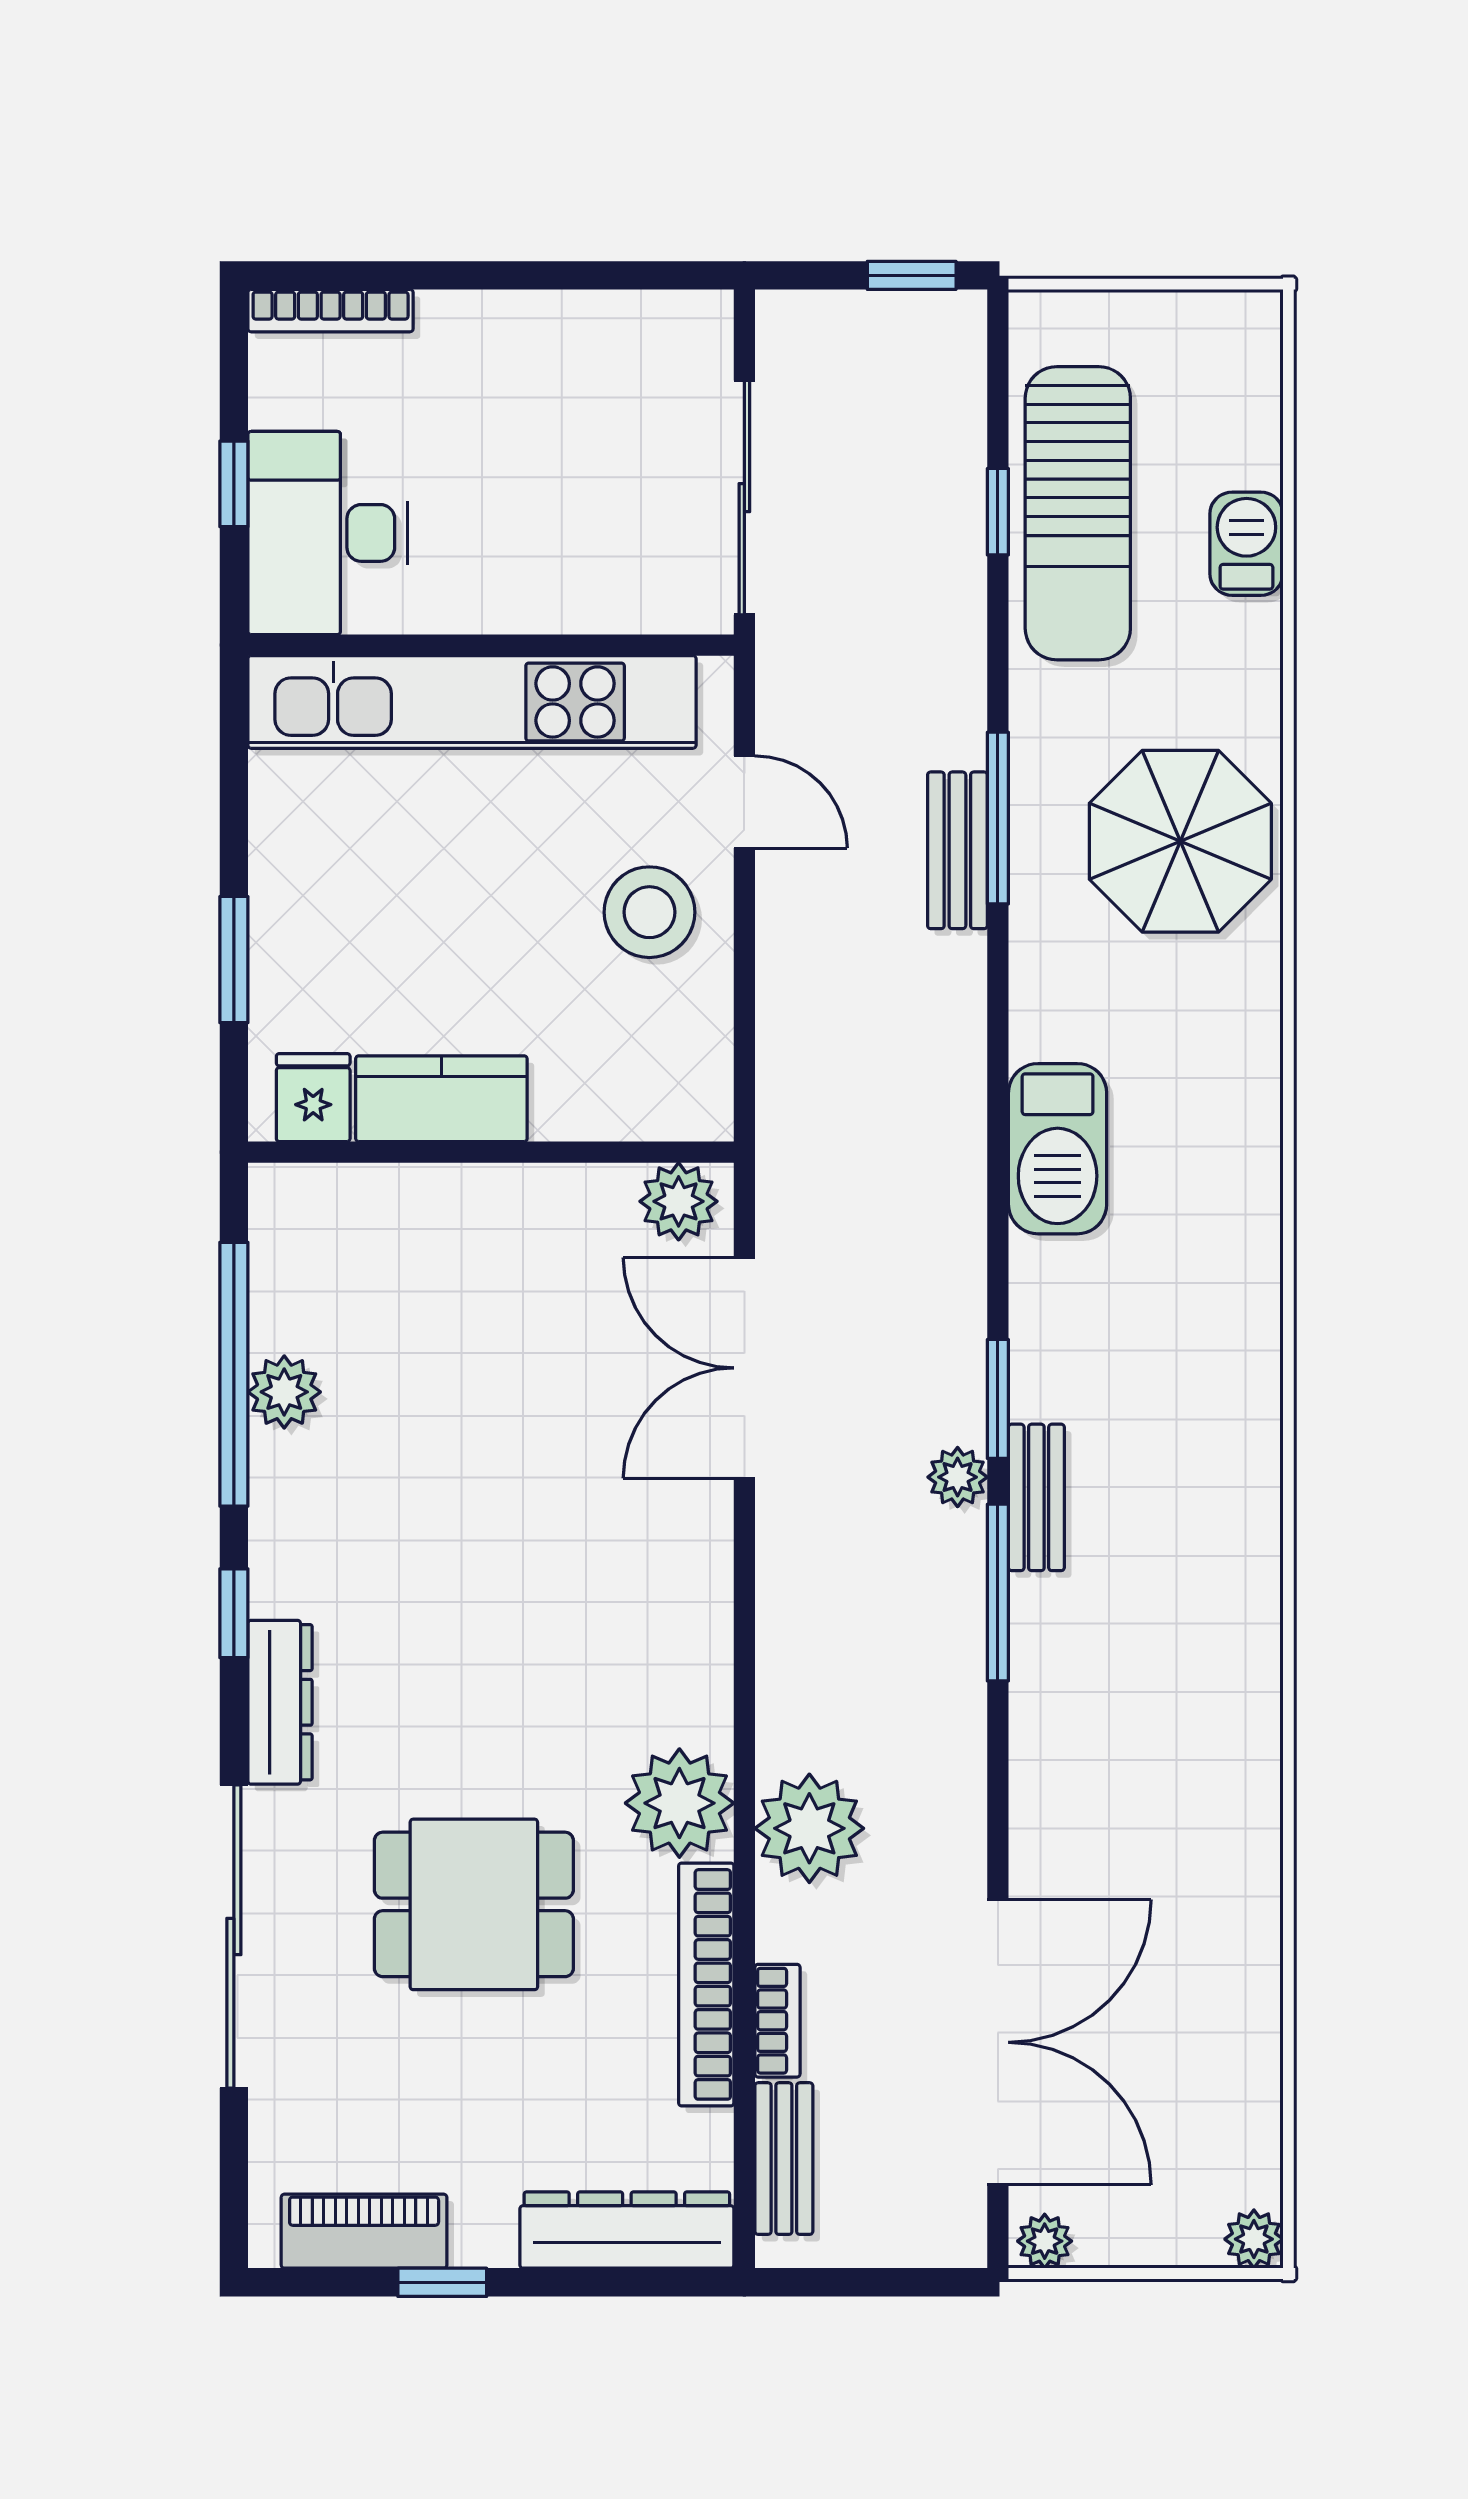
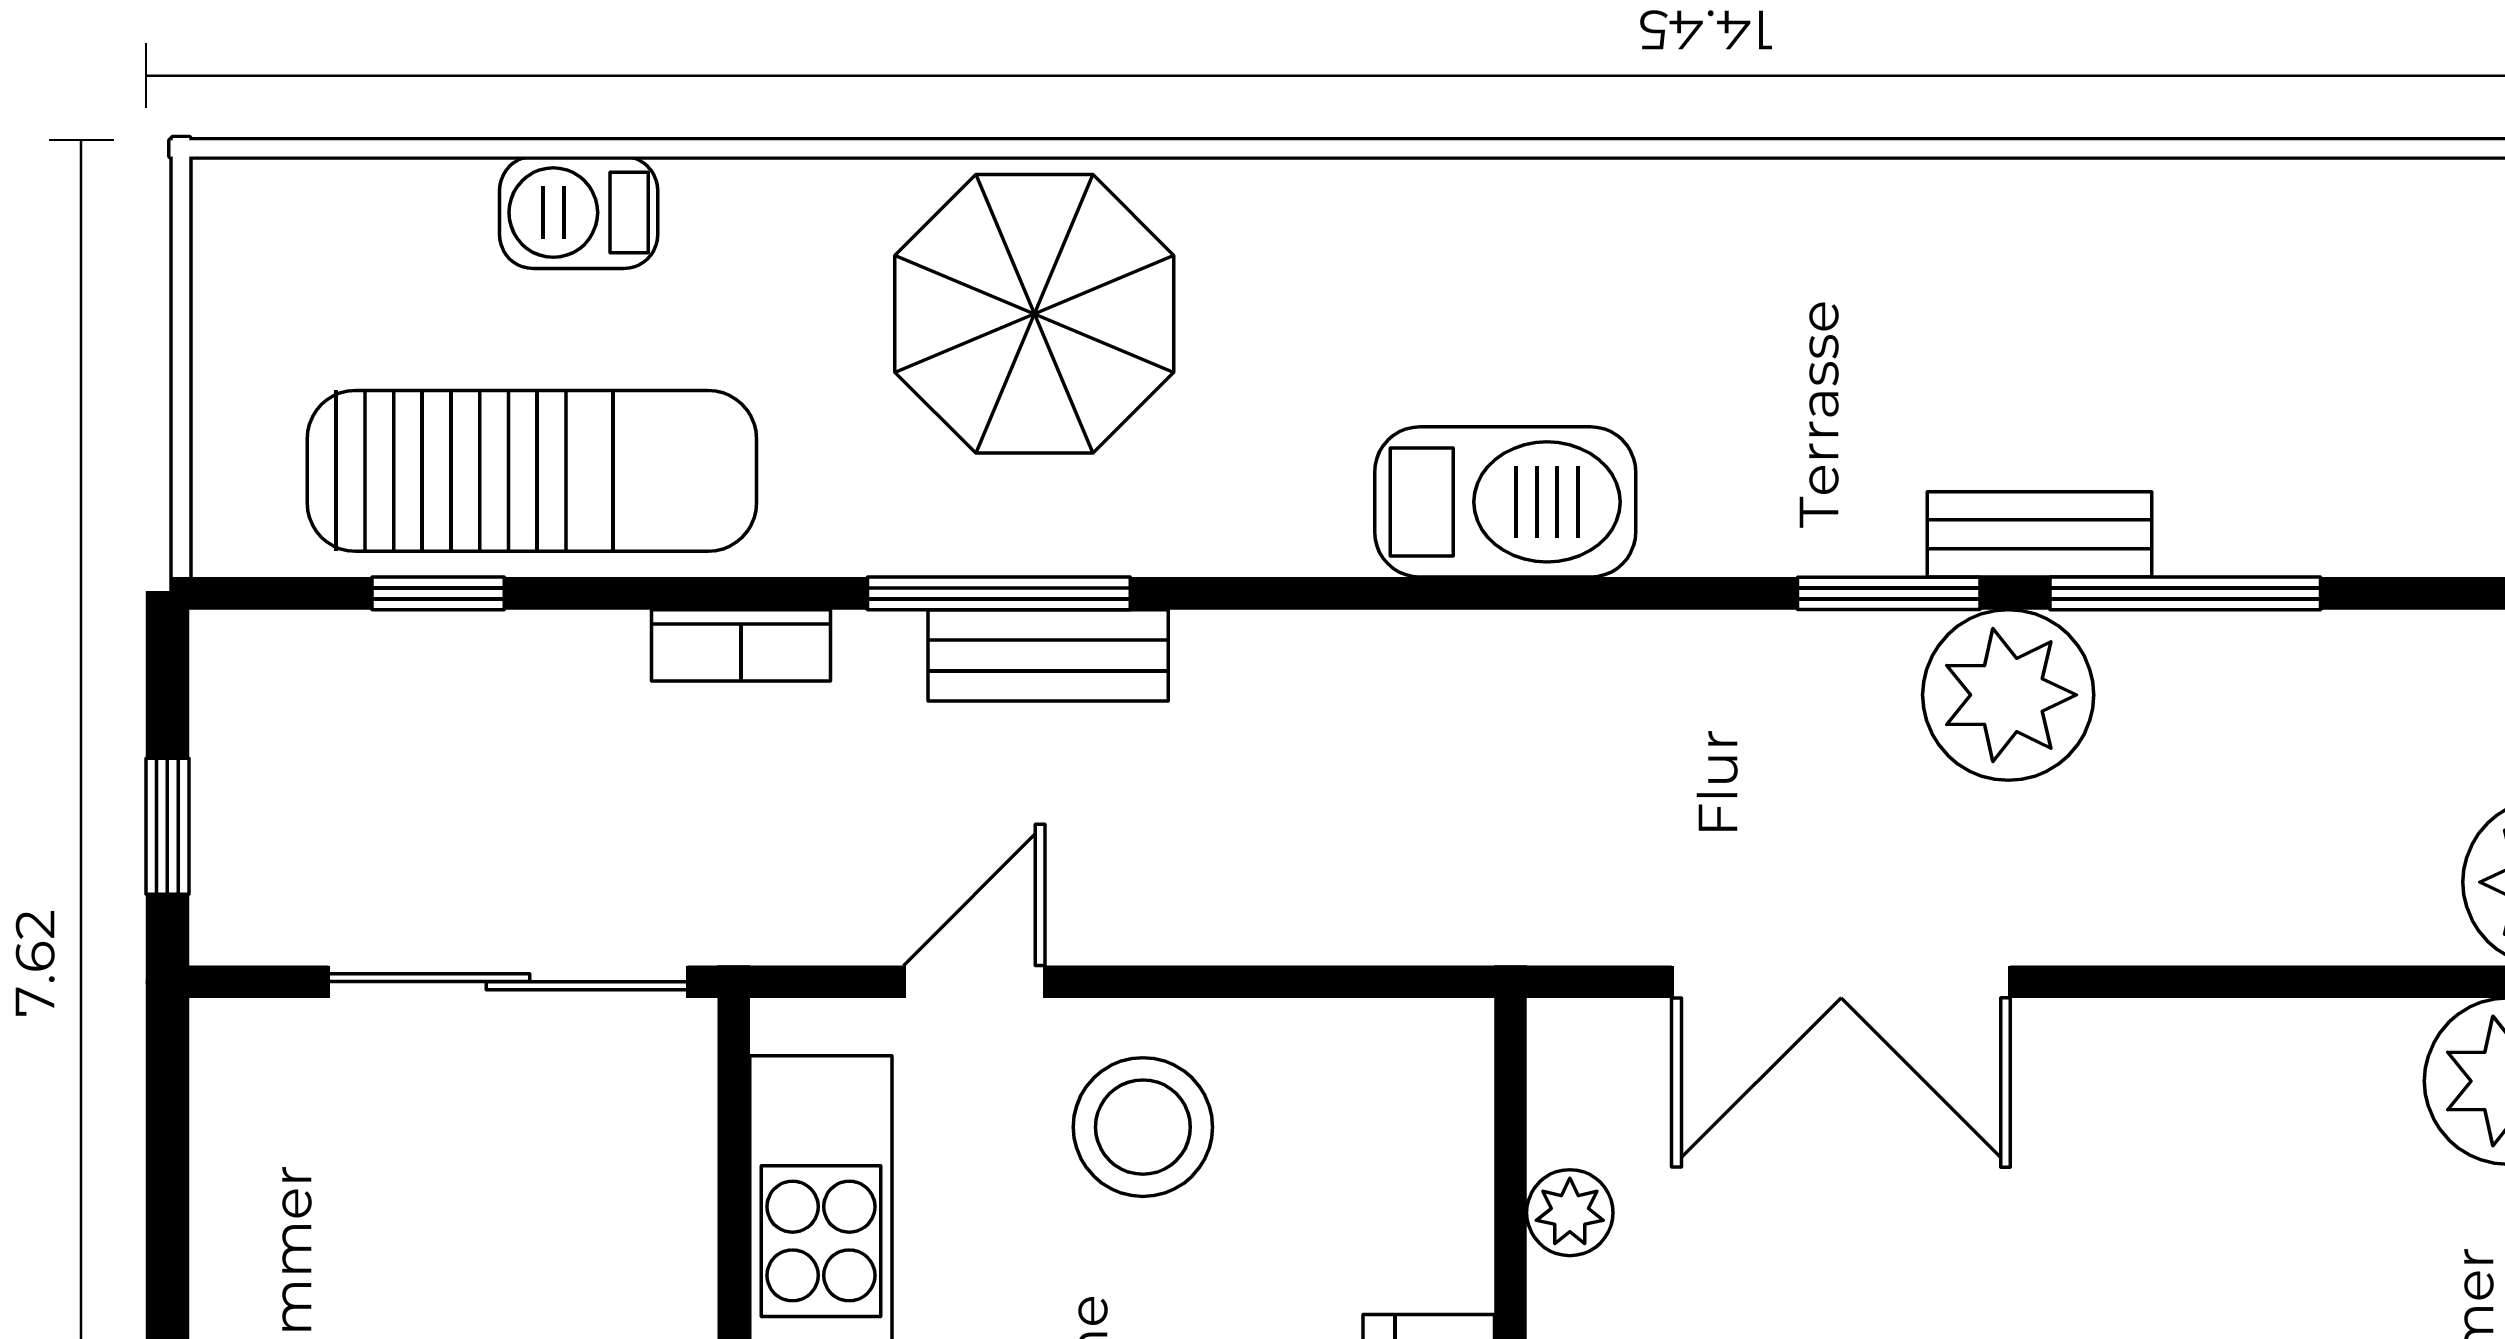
window: (912, 275) -> (167, 826), moved
window: (998, 512) -> (438, 593), moved
bookcase: (964, 650) -> (741, 645), added
plant: (679, 1201) -> (1570, 1213), moved, width x0.73, depth x0.73
plant: (958, 1477) -> (2008, 695), width x1.88, depth x1.88

